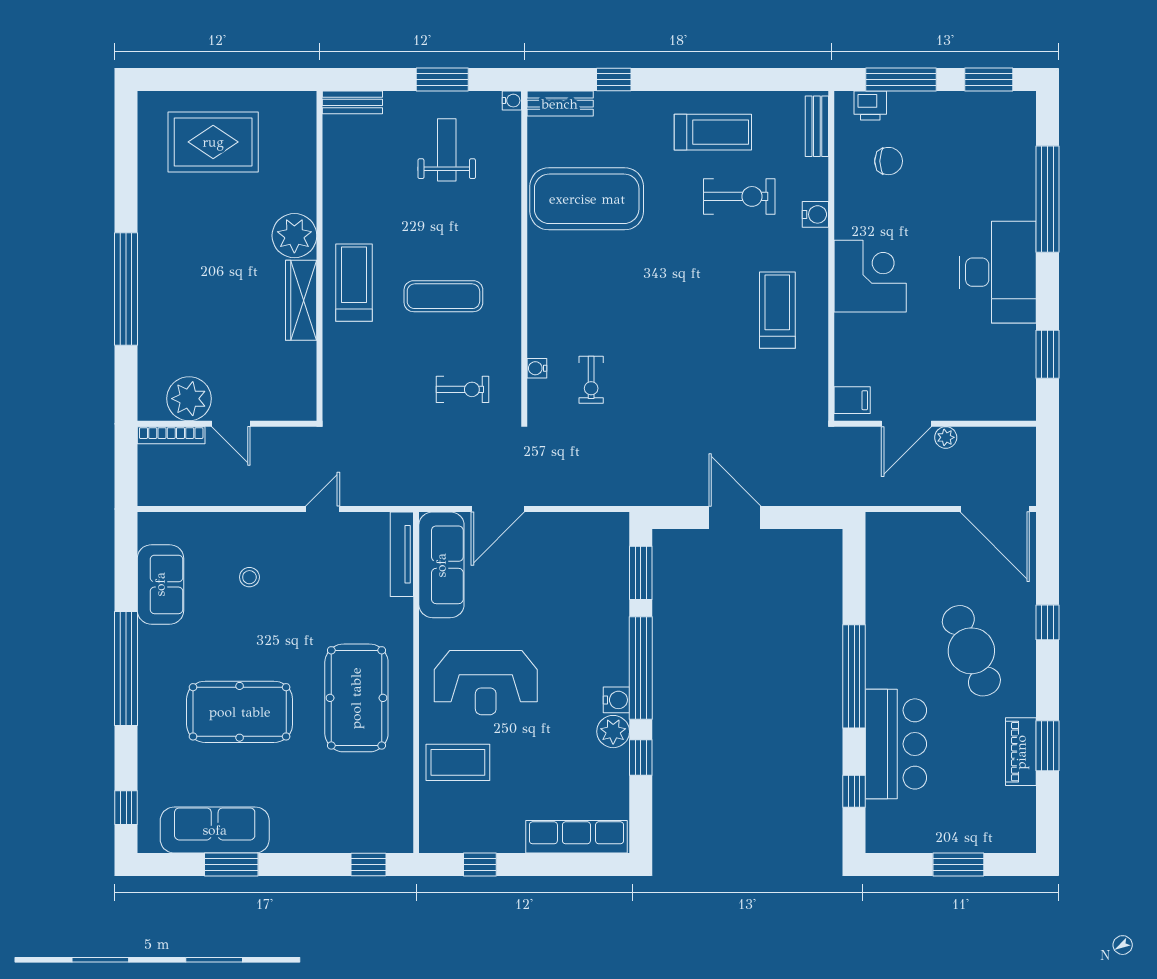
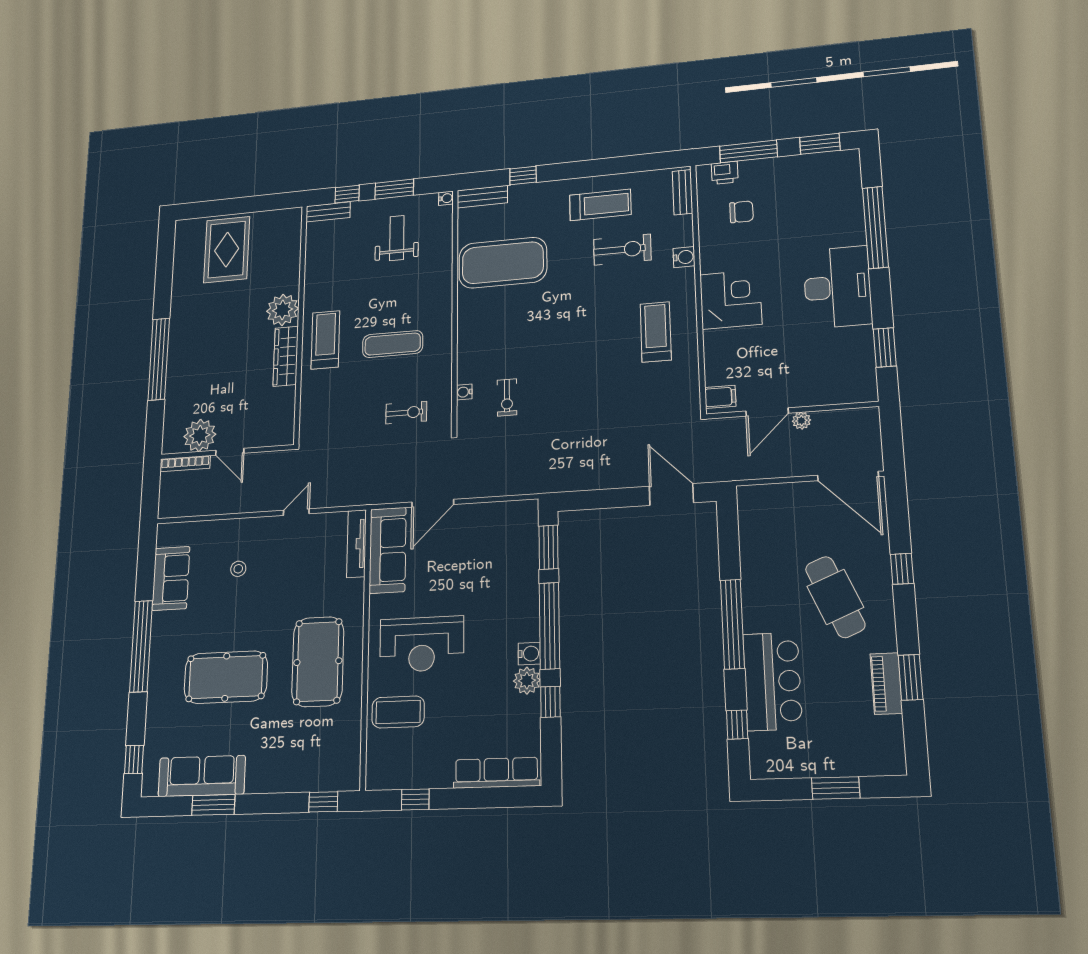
window: (378, 80) -> (347, 194), added
rug: (213, 142) -> (227, 250), turned 90
door: (735, 518) -> (671, 495), moved

